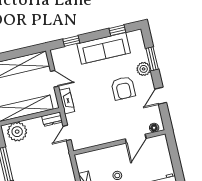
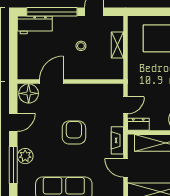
window: (152, 59) -> (13, 165), width x1.44
armchair: (123, 88) -> (74, 133), moved
floor lamp: (154, 128) -> (29, 93), width x1.89, depth x1.89

